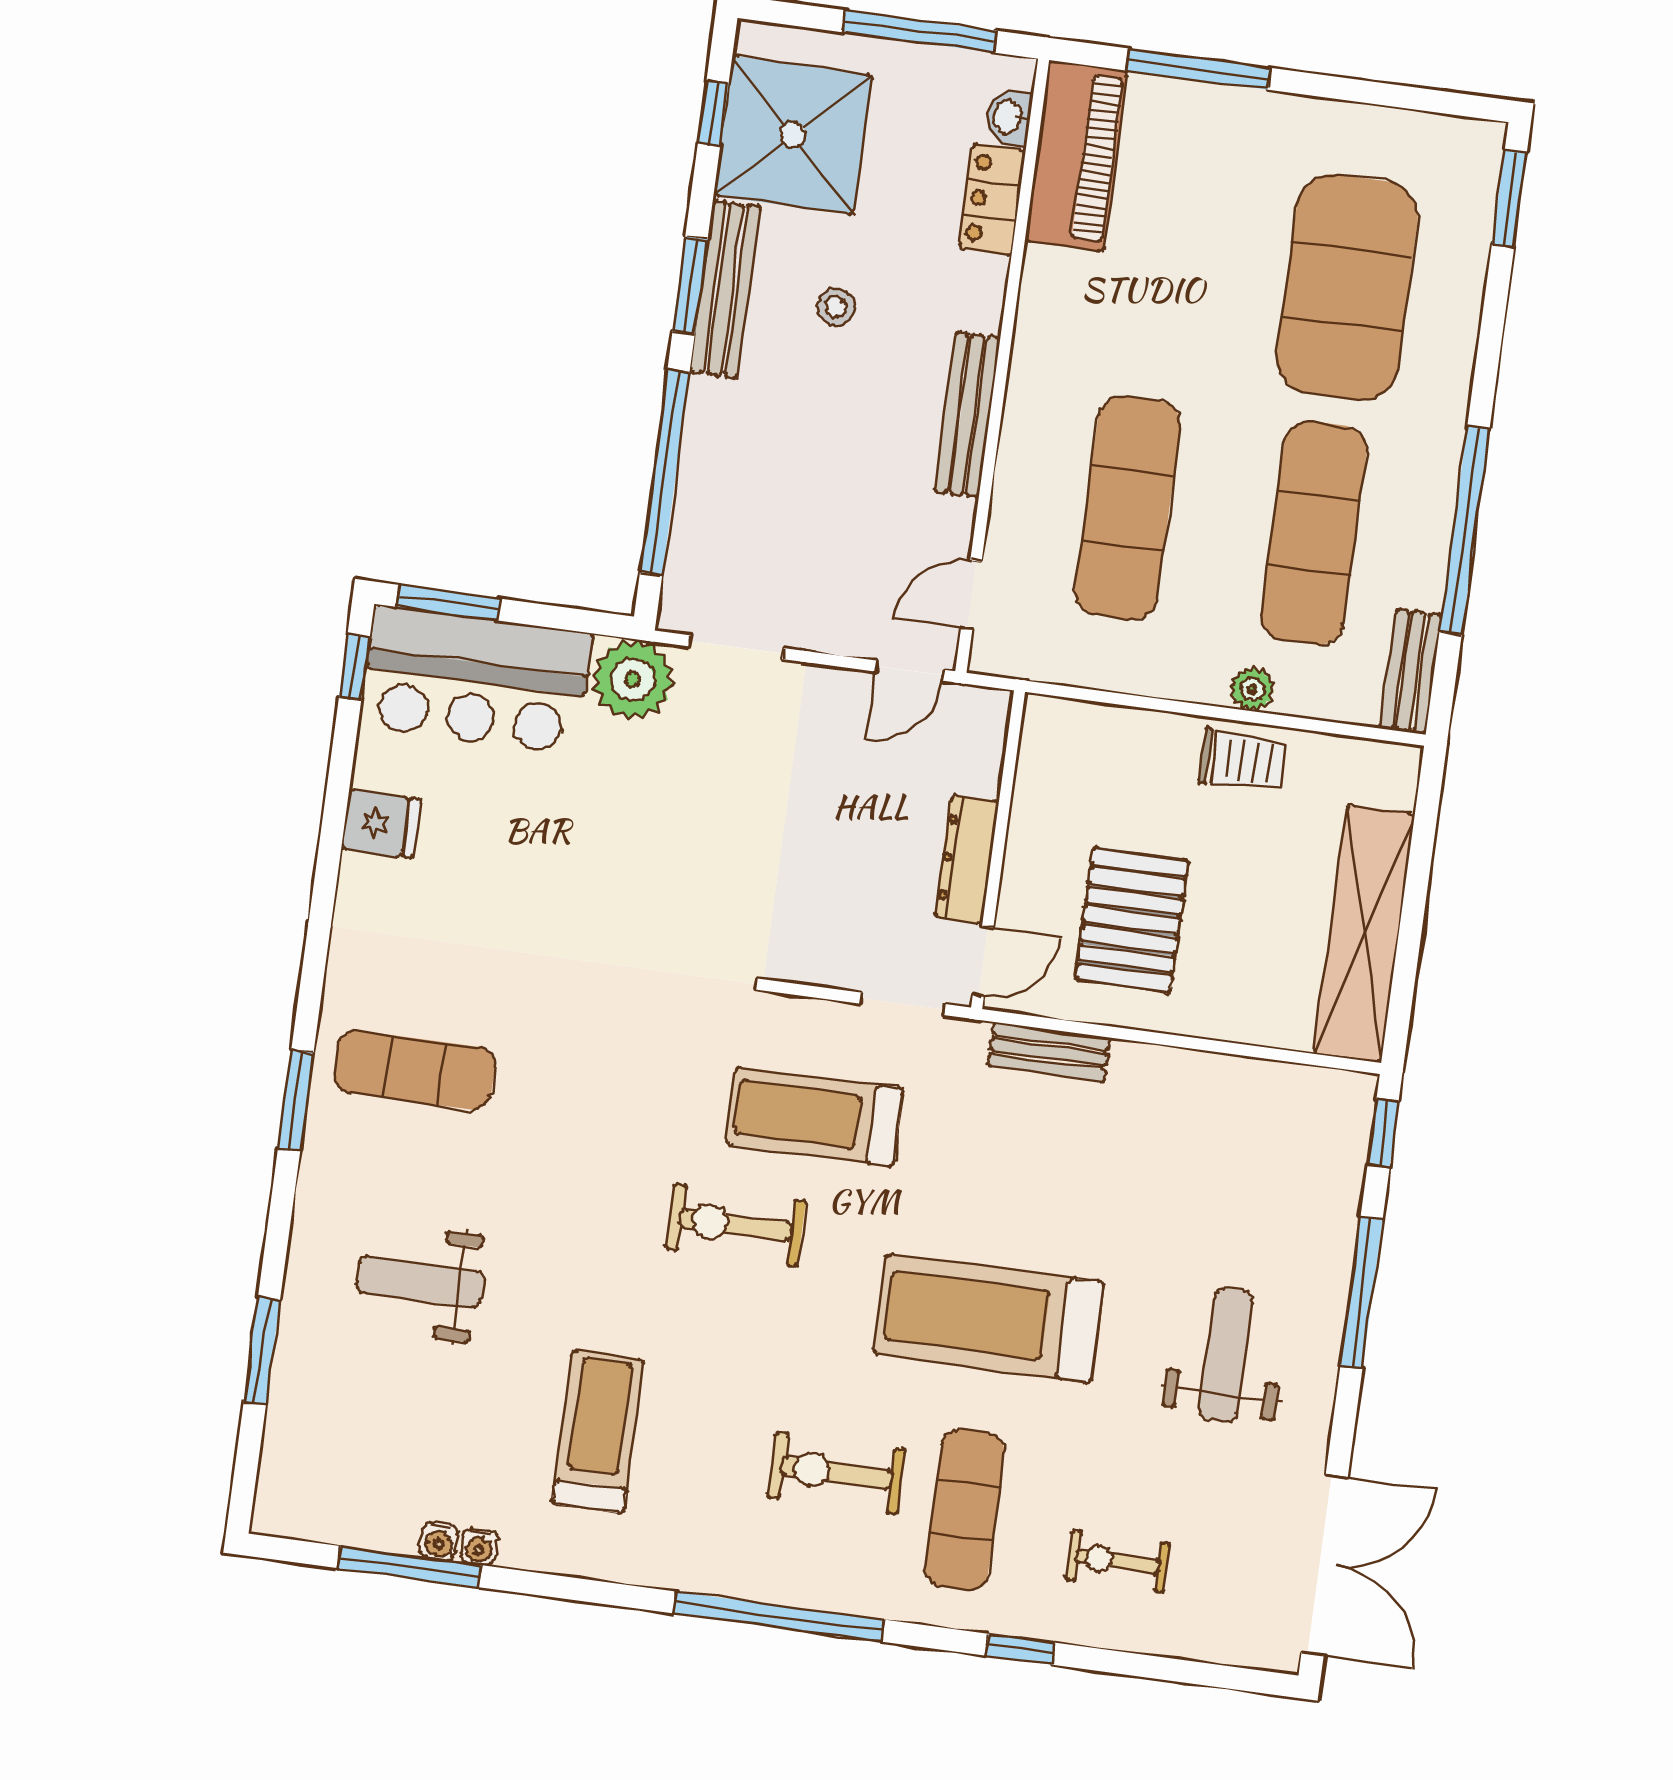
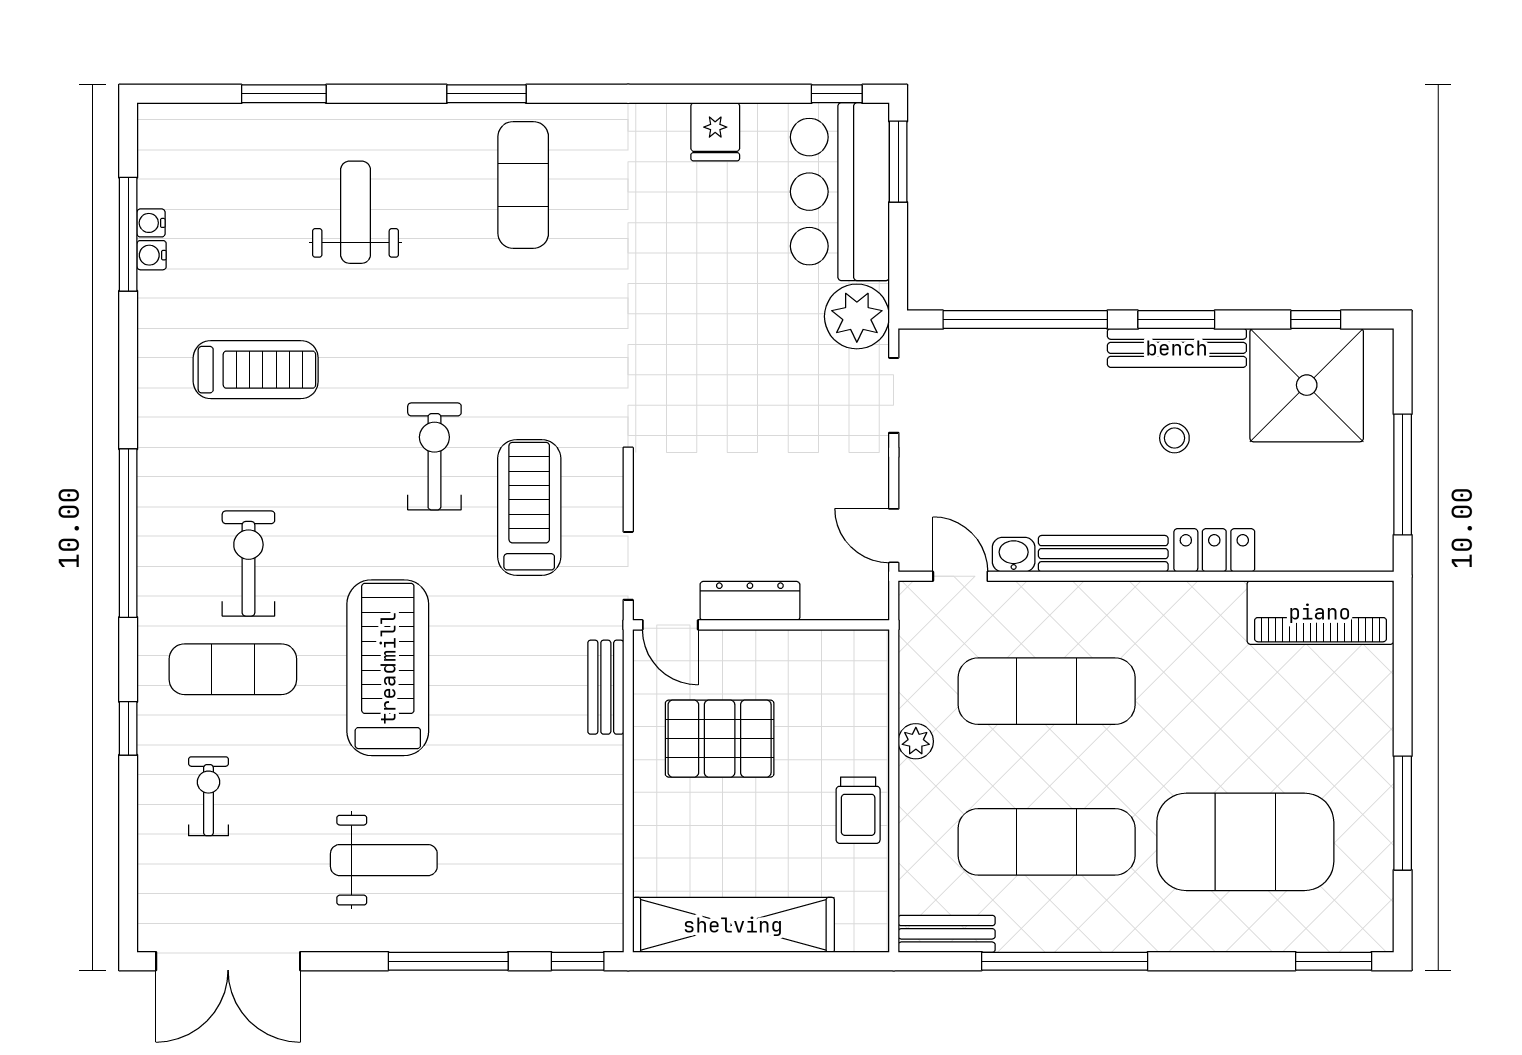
window: (1199, 69) -> (1403, 813), moved
washbasin: (1009, 117) -> (1014, 555), moved
locker: (992, 199) -> (1214, 550), moved
plant: (1252, 689) -> (916, 741), moved
water cooler: (479, 1547) -> (151, 223), moved

